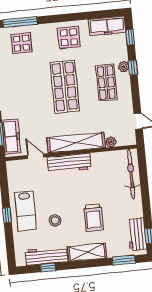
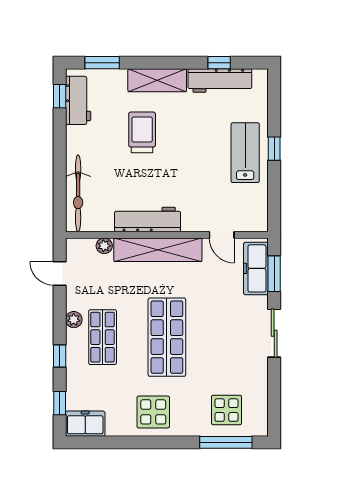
freezer: (107, 26) -> (85, 424), width x0.71
plant: (124, 67) -> (74, 320), moved
workbench: (69, 163) -> (148, 219), moved
stool: (55, 220) -> (201, 134), removed

